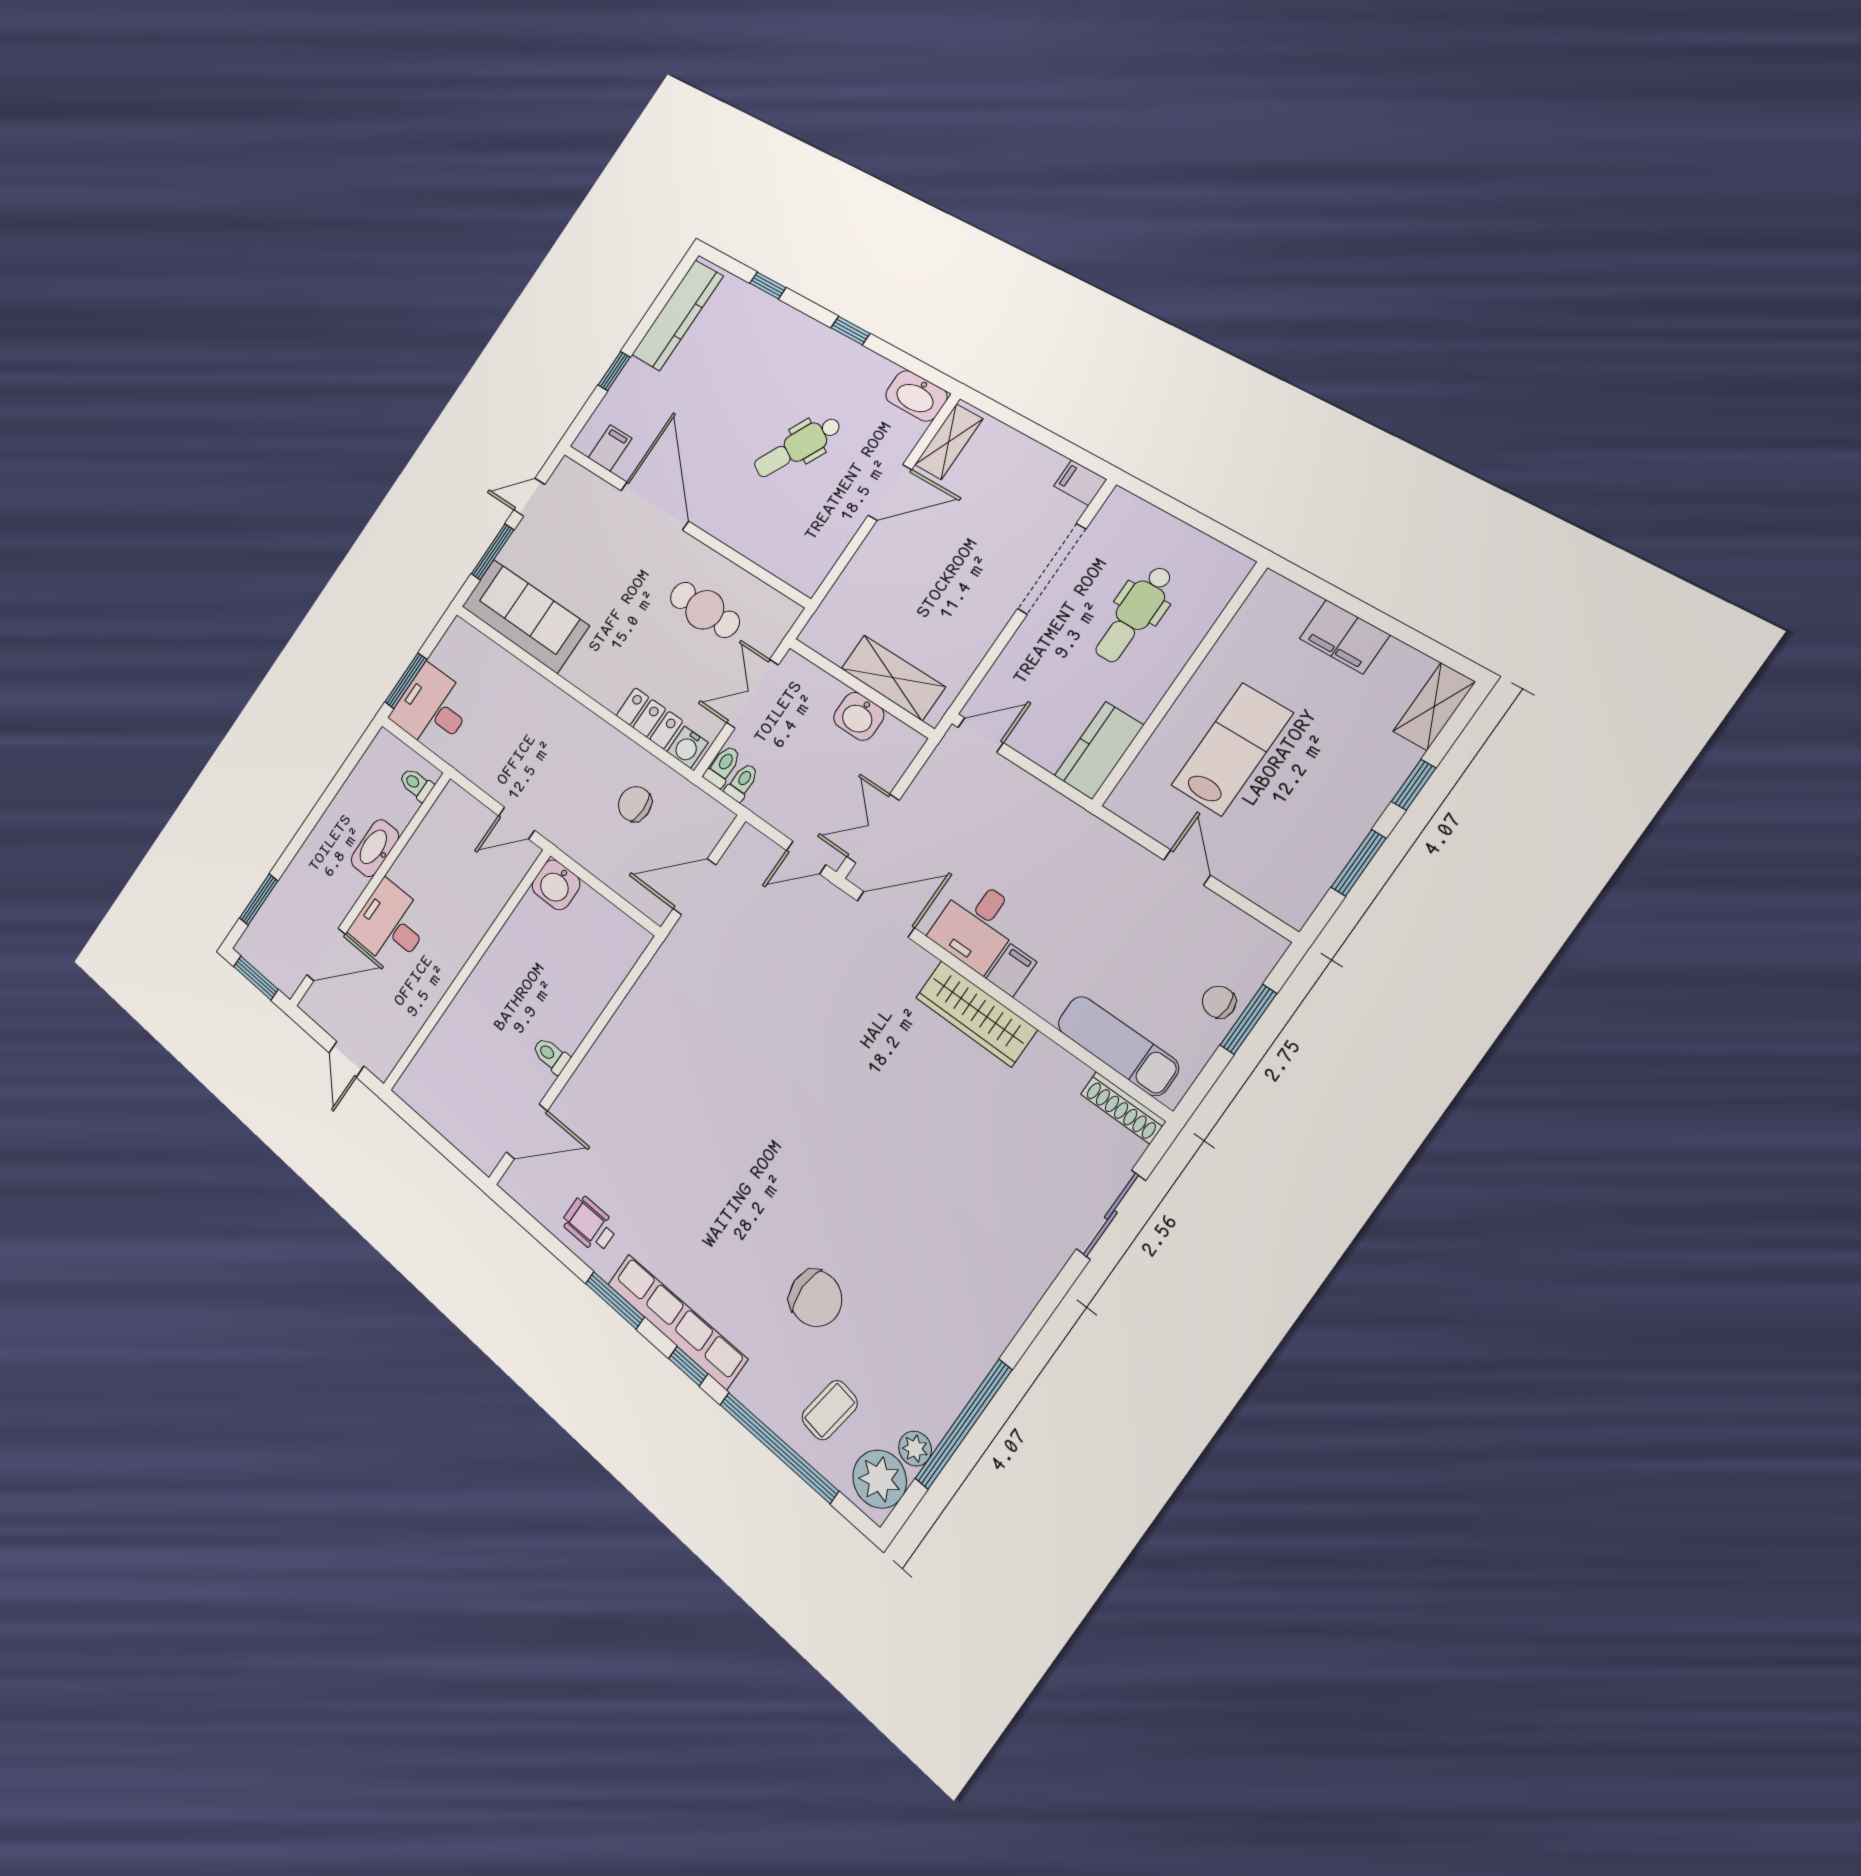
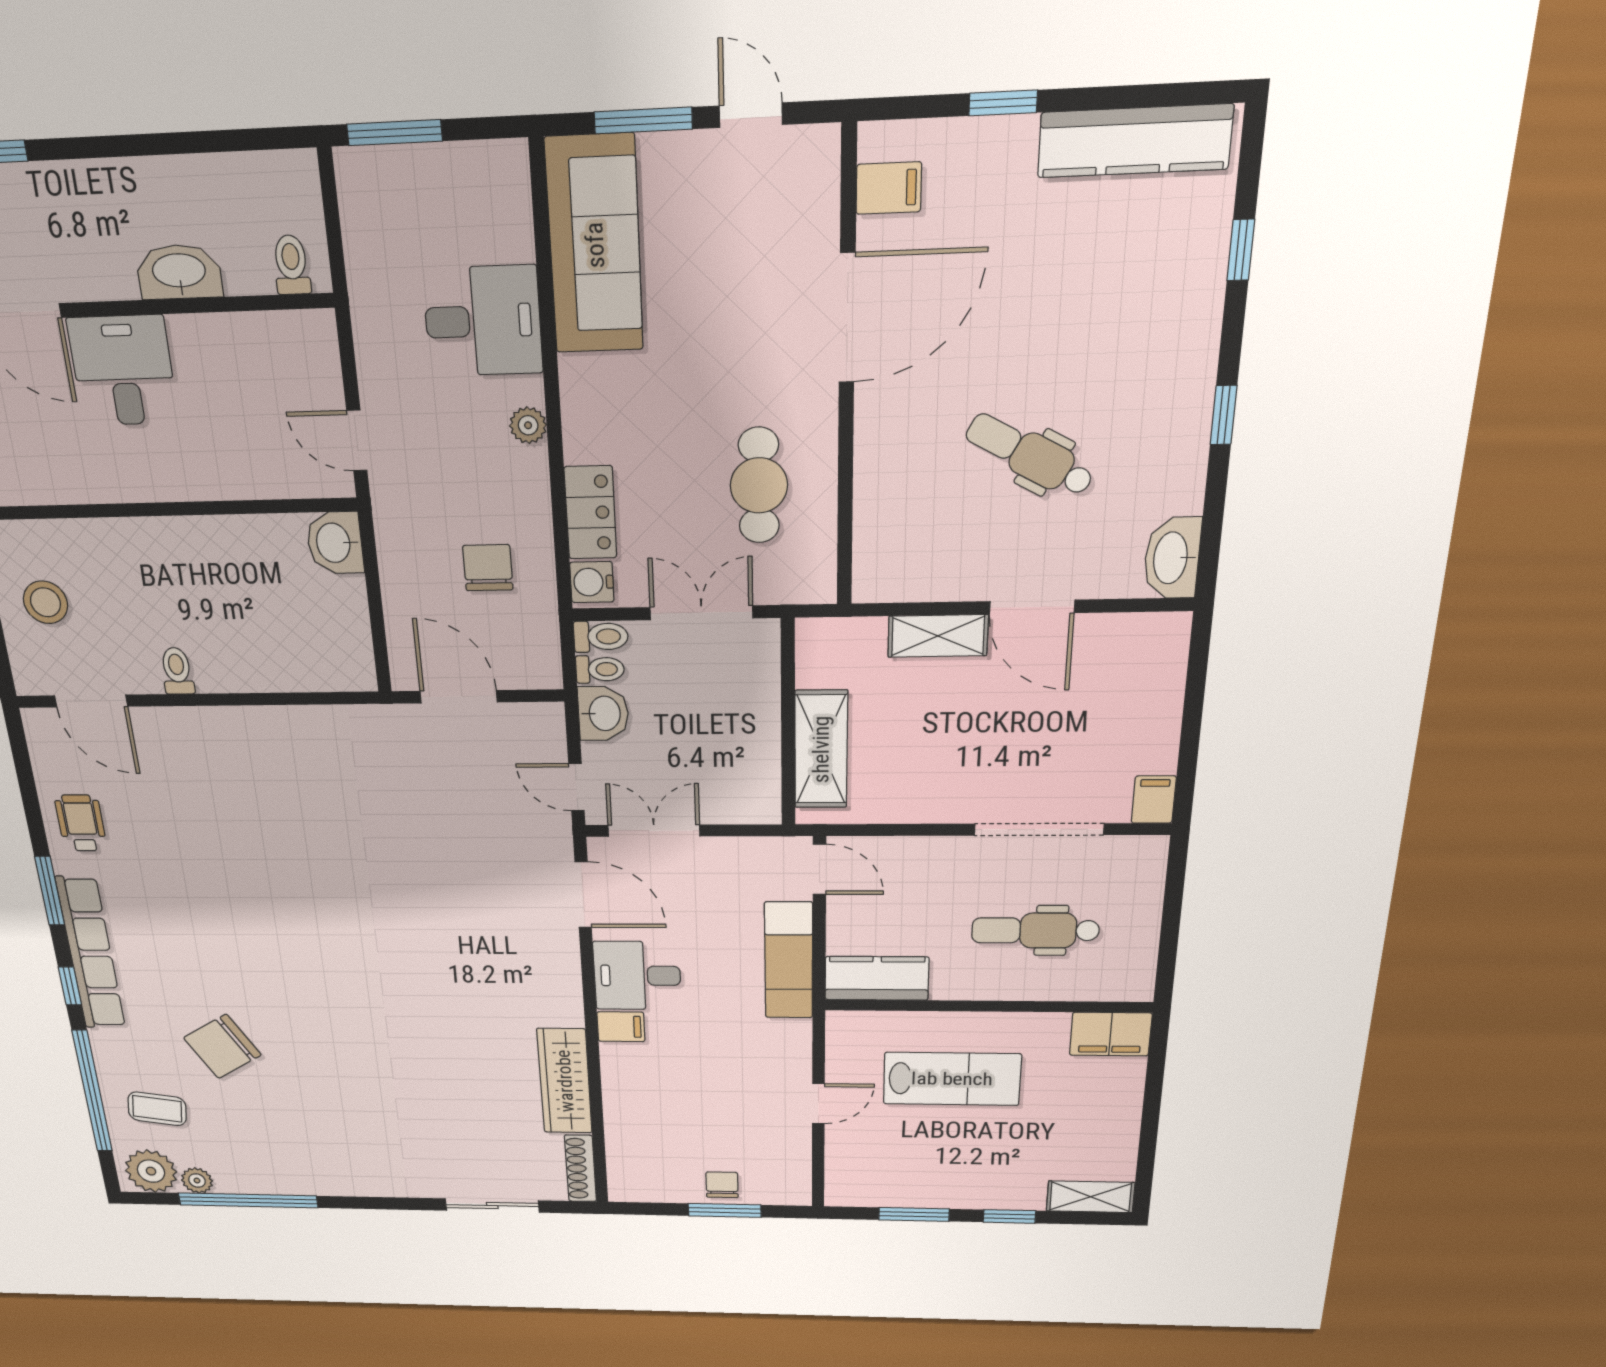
shelving: (949, 442) -> (938, 636), moved
filing cabinet: (1344, 637) -> (1111, 1034), moved, turned -90
desk: (432, 708) -> (483, 321), moved, turned 90
washbasin: (859, 716) -> (603, 713), moved, turned 180
plant: (580, 718) -> (528, 425), added
wardrobe: (976, 1014) -> (565, 1081), moved
exam couch: (1118, 1046) -> (789, 960), moved, turned 180
stool: (457, 1098) -> (45, 602), added
chair: (816, 1298) -> (222, 1046), turned 59

